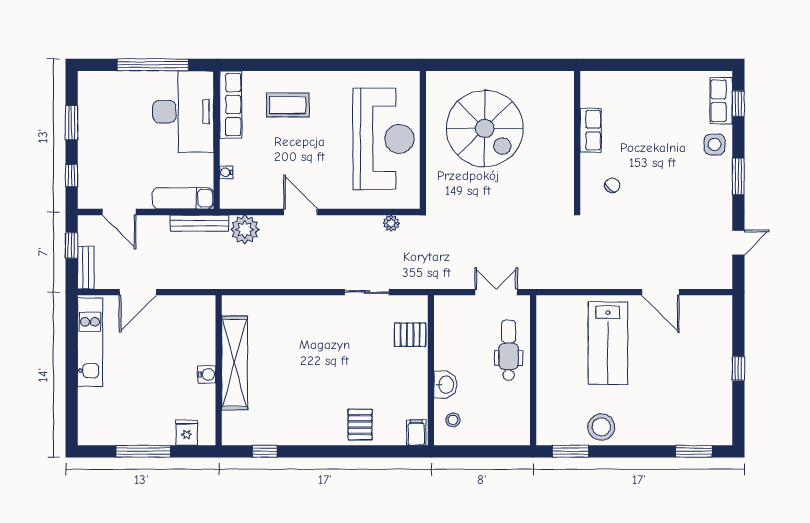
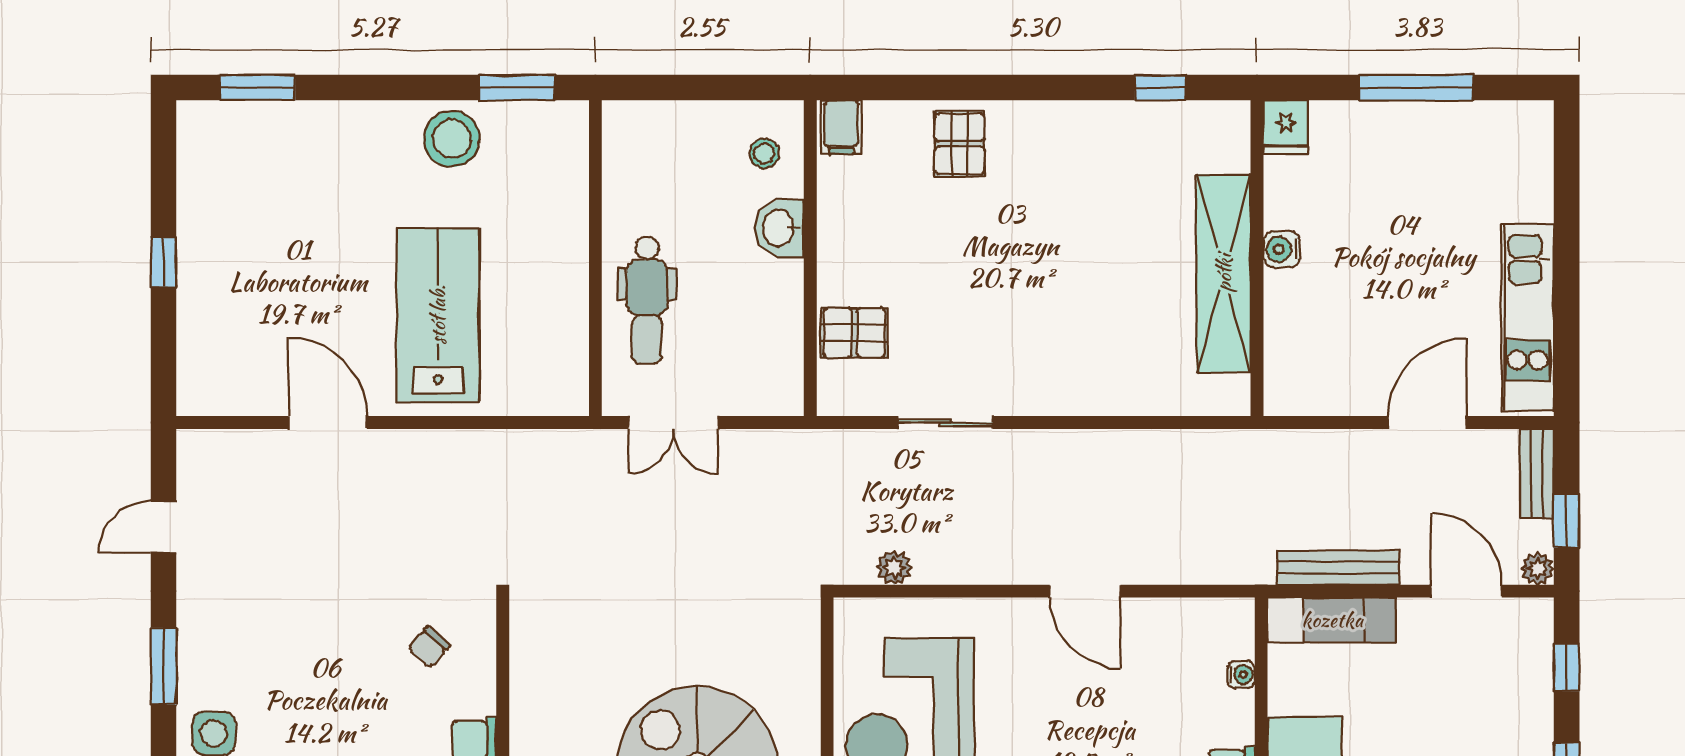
bench: (200, 223) -> (1338, 568), moved
plant: (245, 229) -> (1538, 569), moved, width x0.53, depth x0.53
fridge: (187, 433) -> (1286, 127), moved

